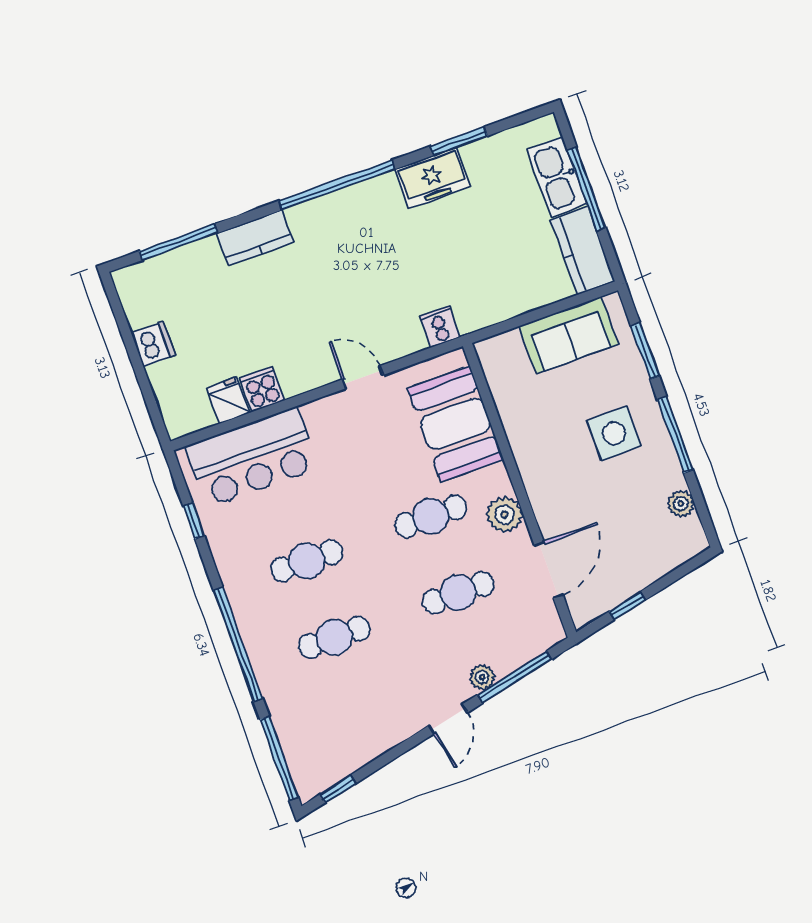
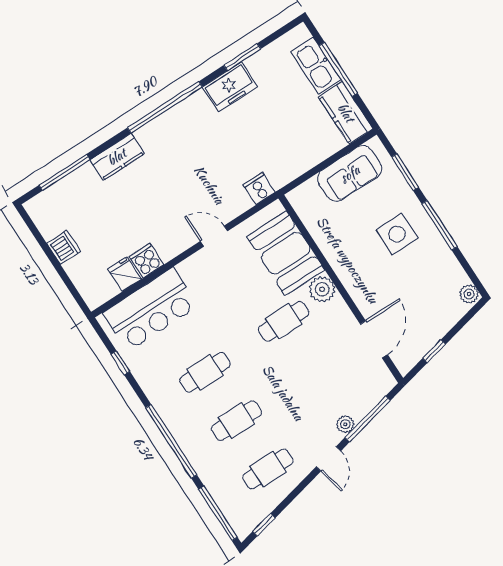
plant: (681, 503) -> (469, 294), moved
plant: (504, 515) -> (322, 289), moved
cafe table: (458, 593) -> (268, 469), moved

